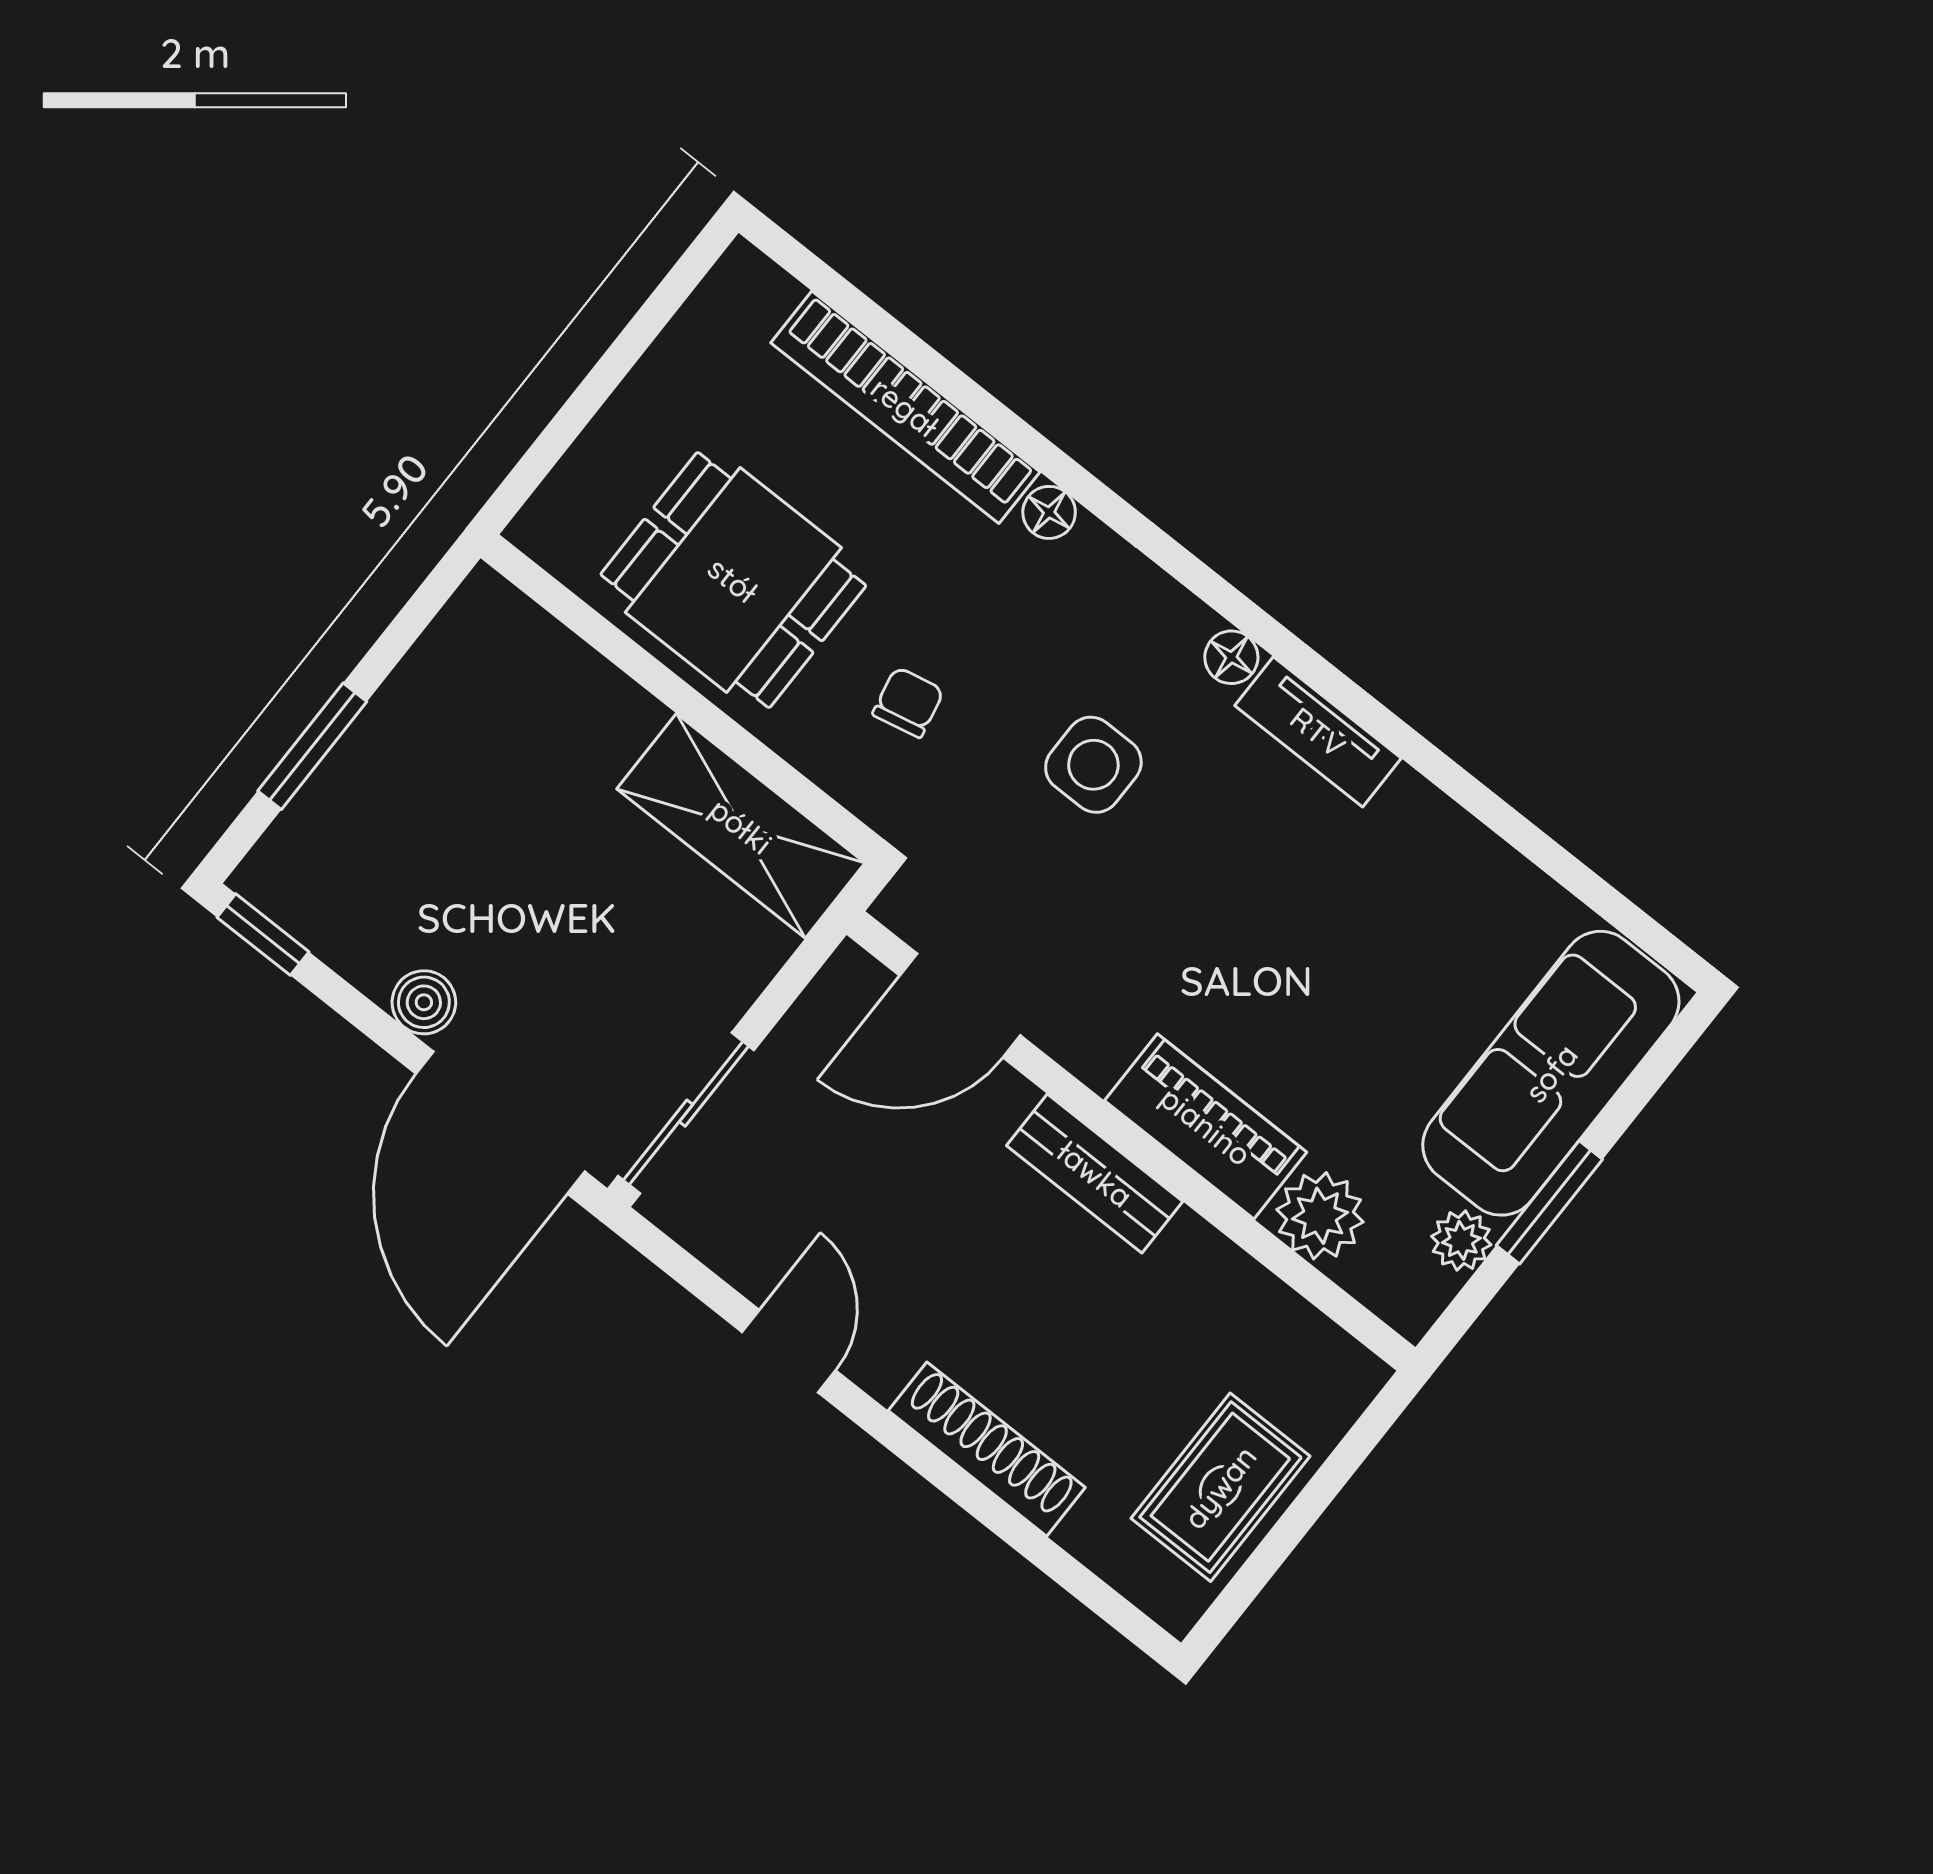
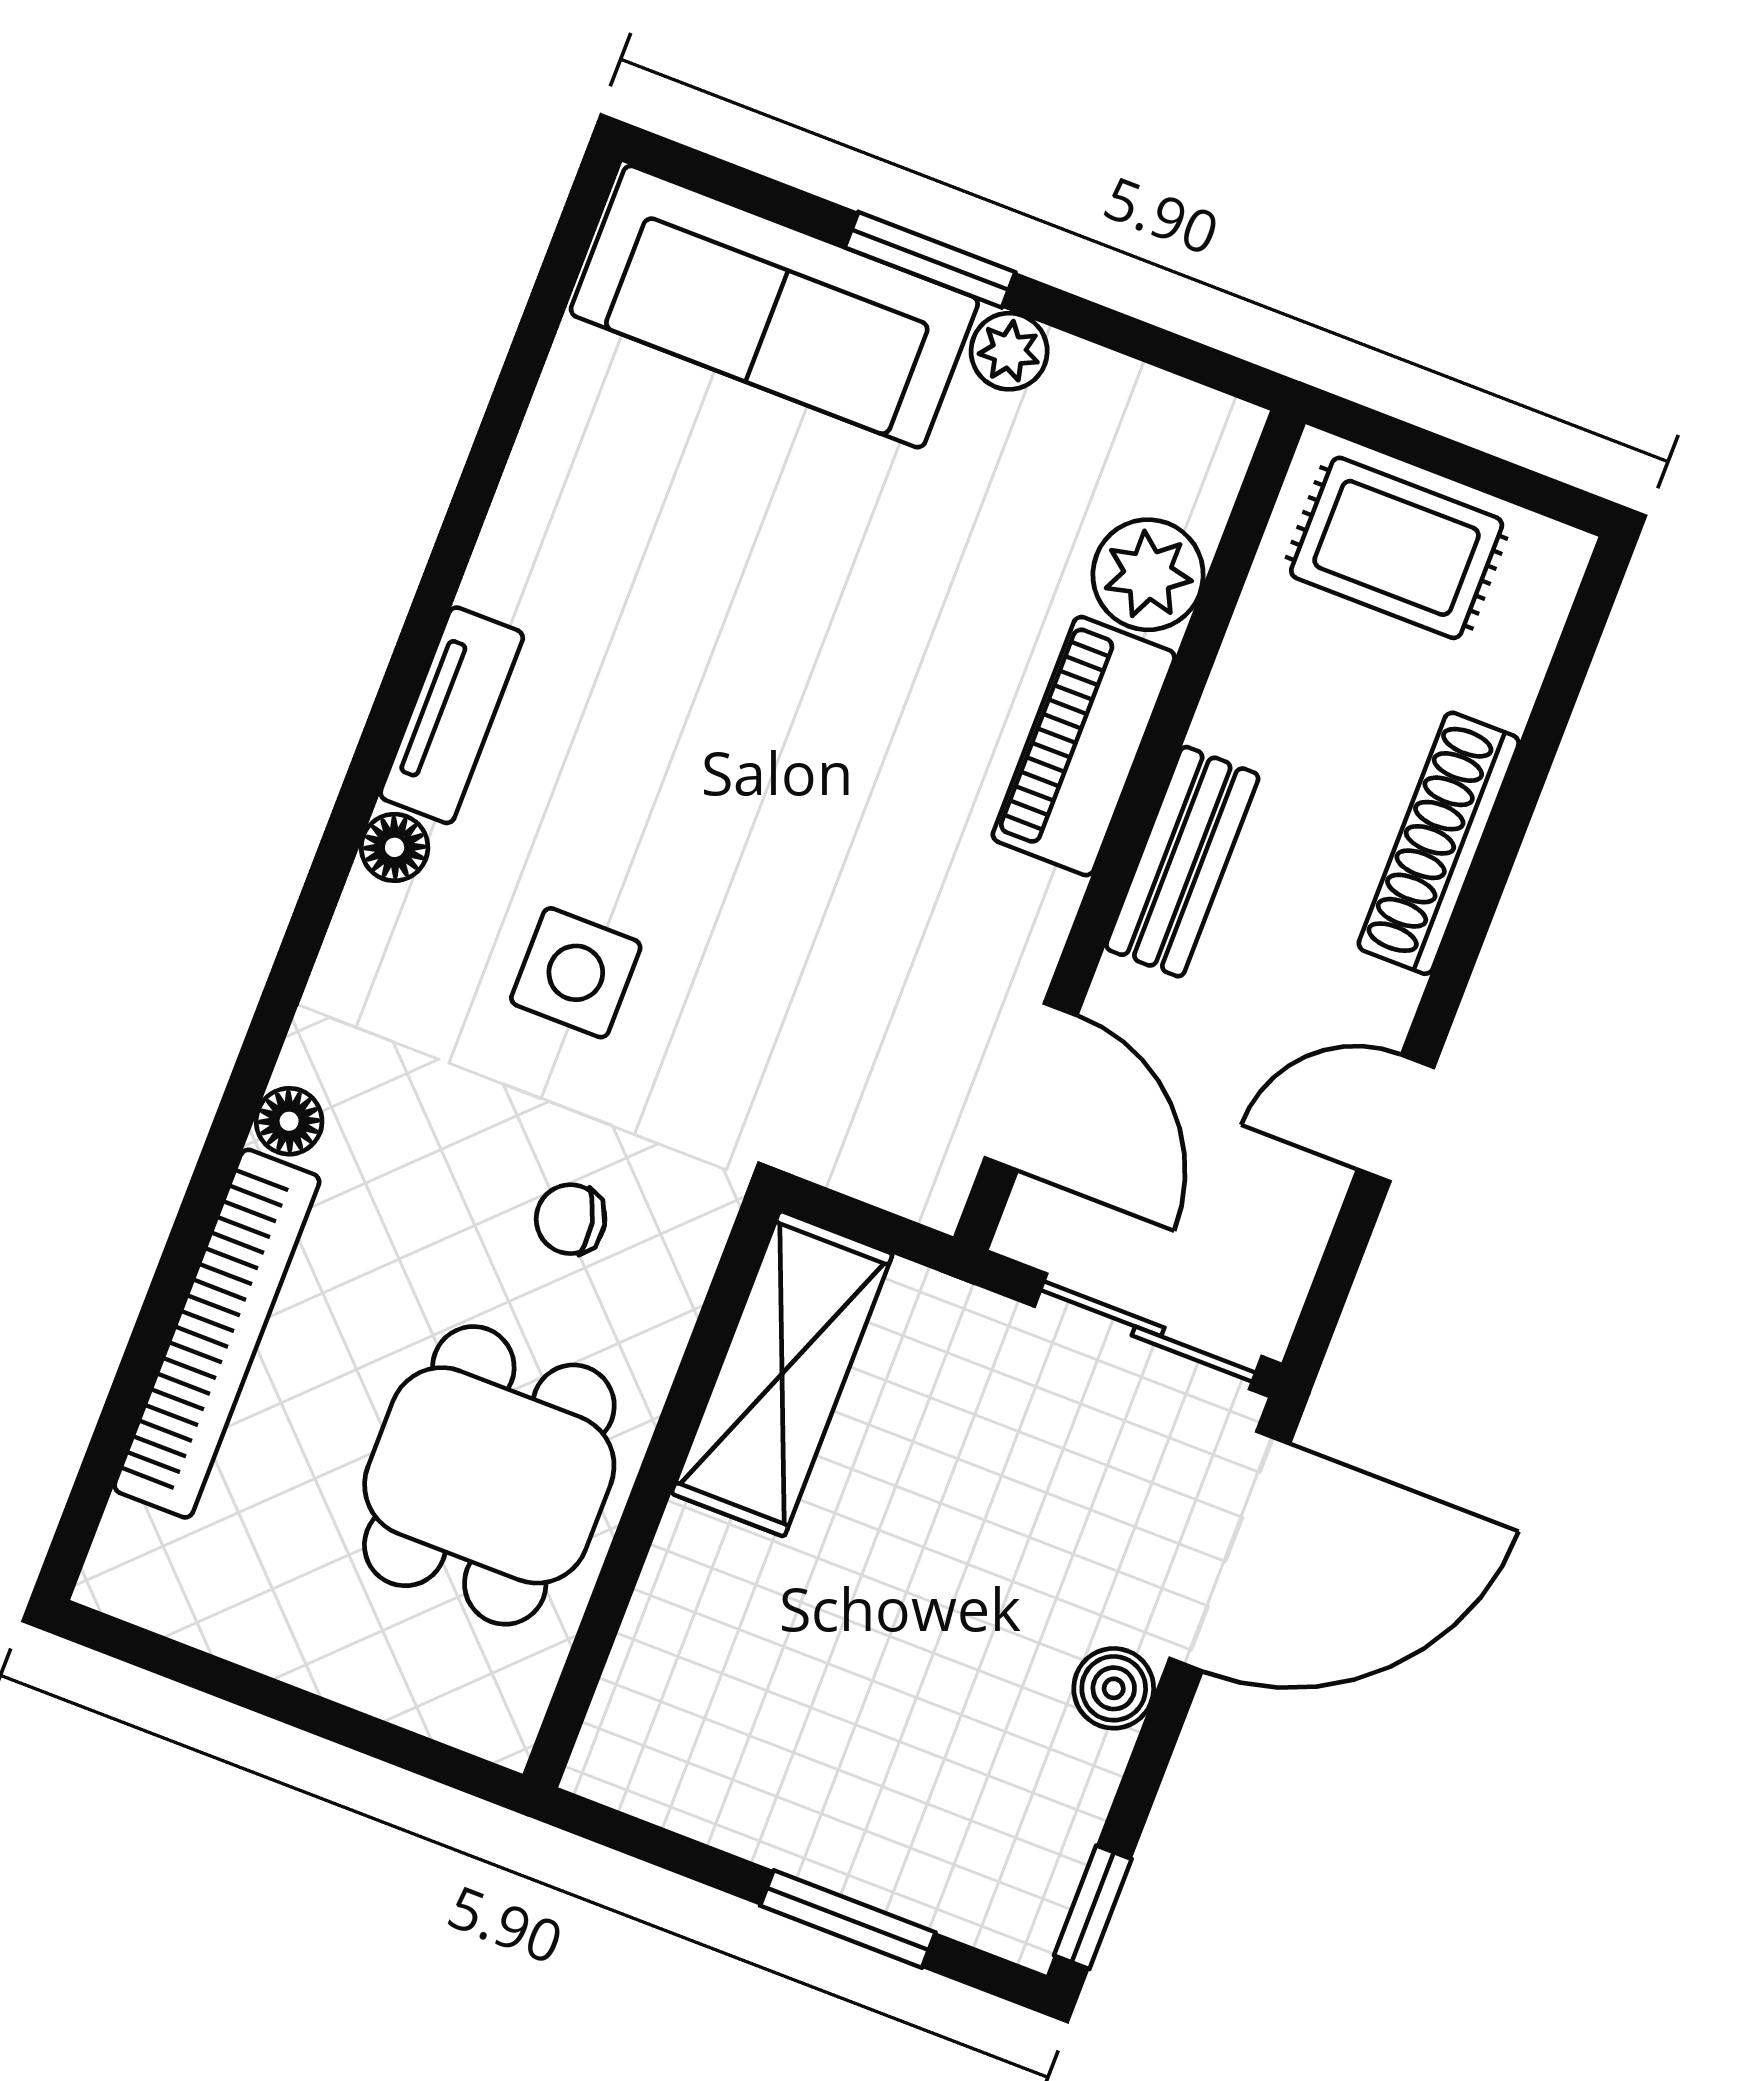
door: (960, 1005) -> (1031, 1087), moved
piano: (1206, 1126) -> (1084, 746), moved
wall: (1131, 1141) -> (1129, 830), moved
bench: (1095, 1174) -> (1182, 862), moved
plant: (1320, 1216) -> (1148, 575), moved

